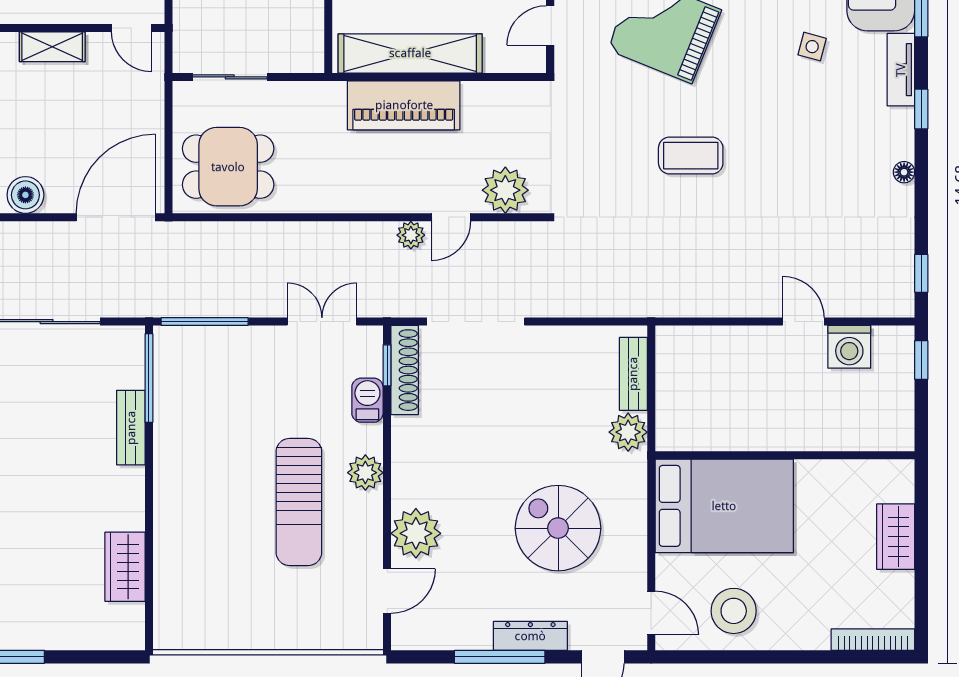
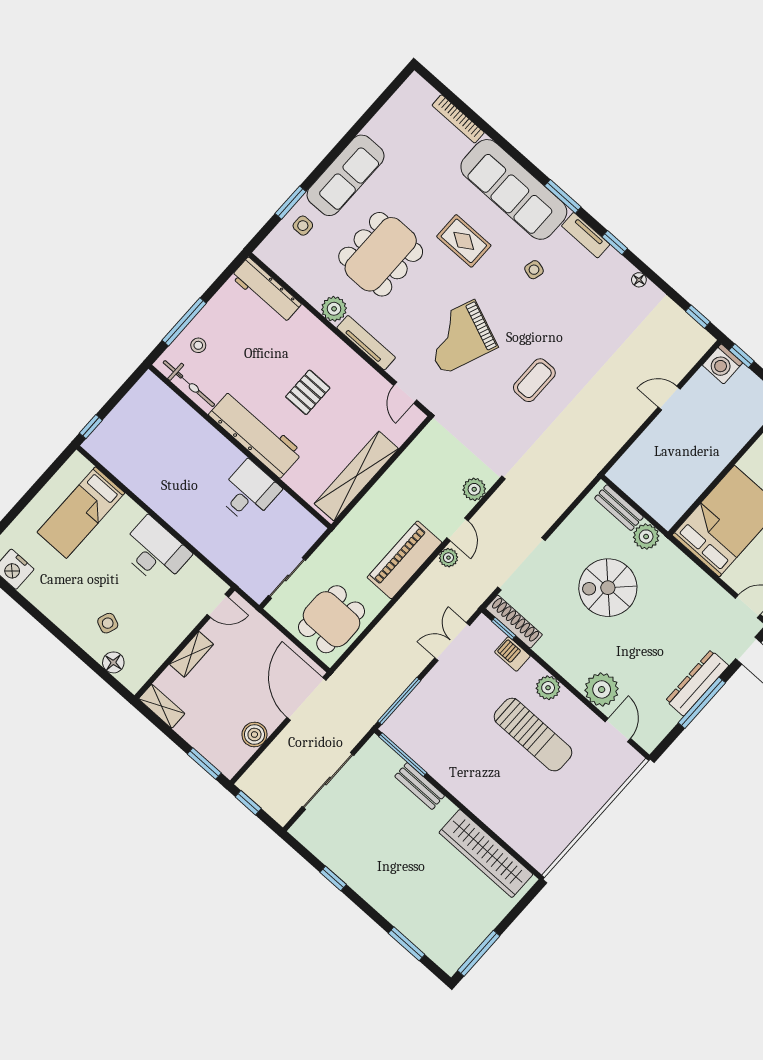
piano: (404, 105) -> (404, 560), moved, turned 180
plant: (505, 190) -> (474, 489), width x0.73, depth x0.73
washing machine: (849, 347) -> (722, 364), moved, turned 90
spiral stairs: (558, 528) -> (608, 588), moved
wardrobe: (125, 567) -> (486, 853), width x2.10, depth x1.17
dresser: (530, 636) -> (697, 683), width x1.37, depth x1.24

